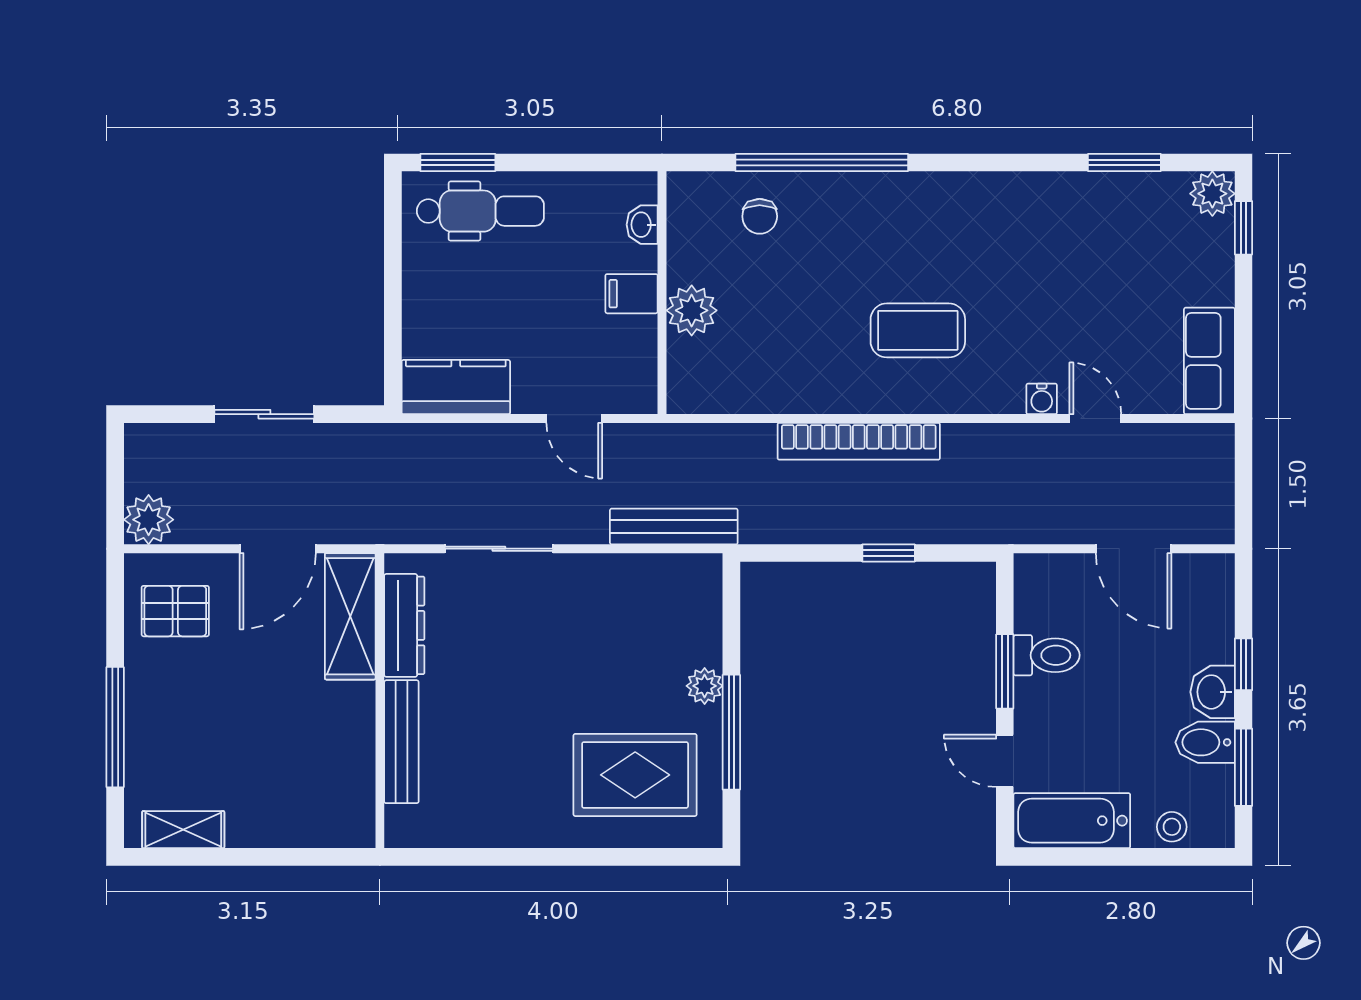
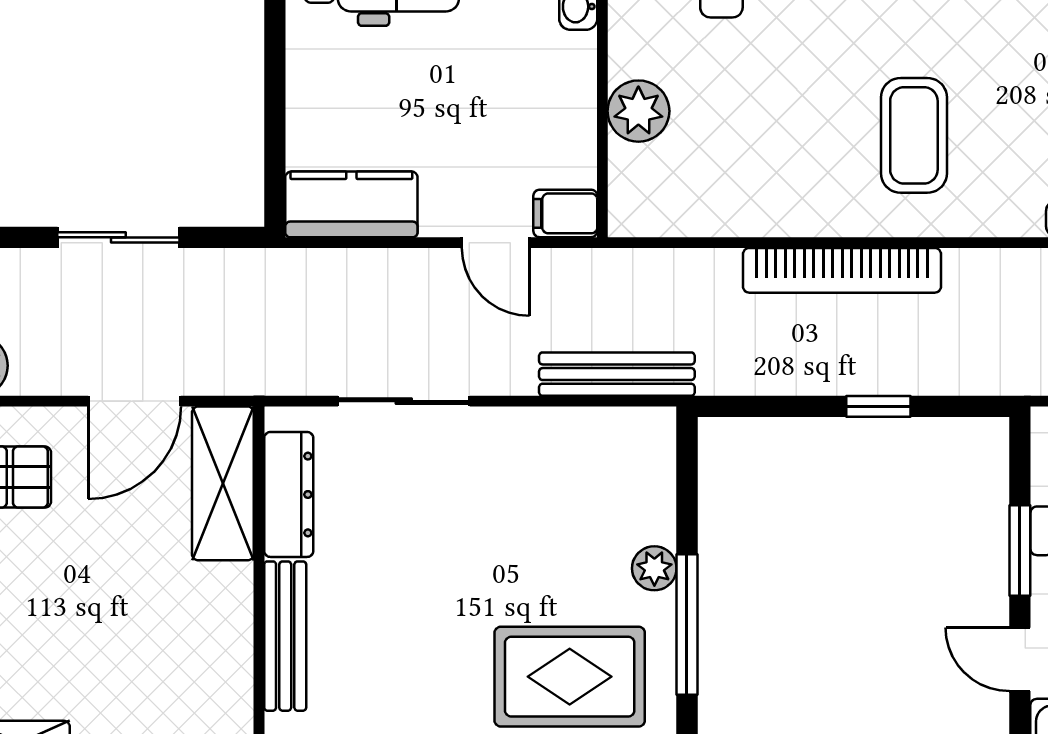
filing cabinet: (631, 294) -> (565, 213), moved
coffee table: (918, 330) -> (914, 135), turned 90

